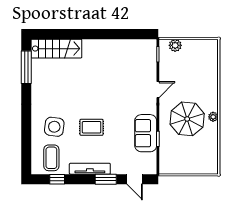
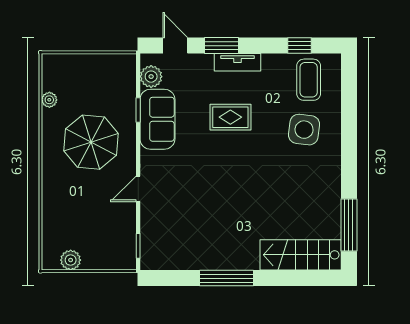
window: (103, 34) -> (226, 278), added
plant: (175, 45) -> (71, 260), moved
plant: (213, 117) -> (49, 100), moved
rug: (92, 127) -> (230, 117), moved
plant: (150, 160) -> (151, 77), added
tv unit: (90, 169) -> (237, 62), width x0.71

